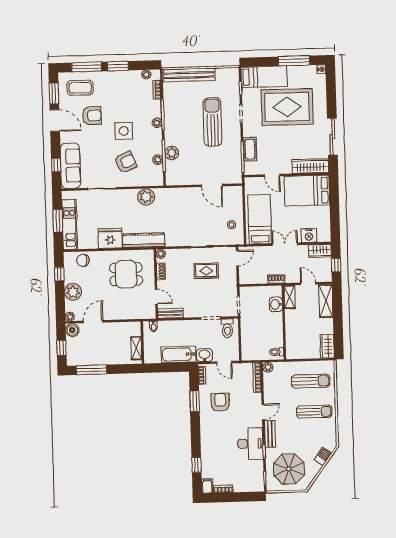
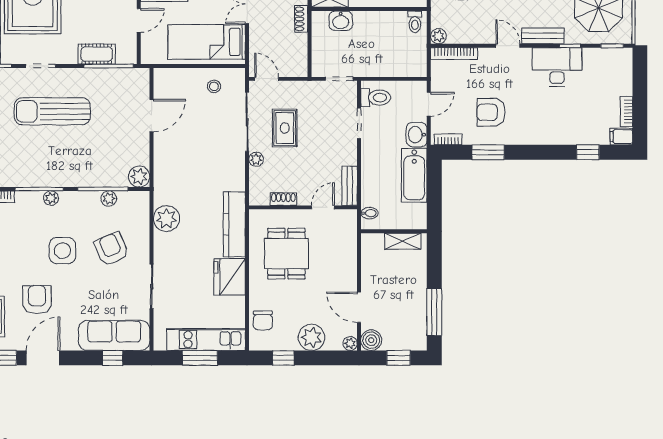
plant: (172, 153) -> (139, 177), moved
plant: (161, 254) -> (256, 159), moved

